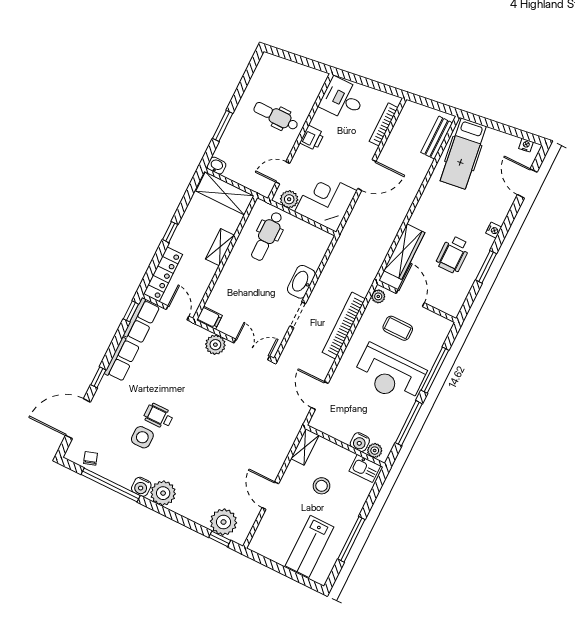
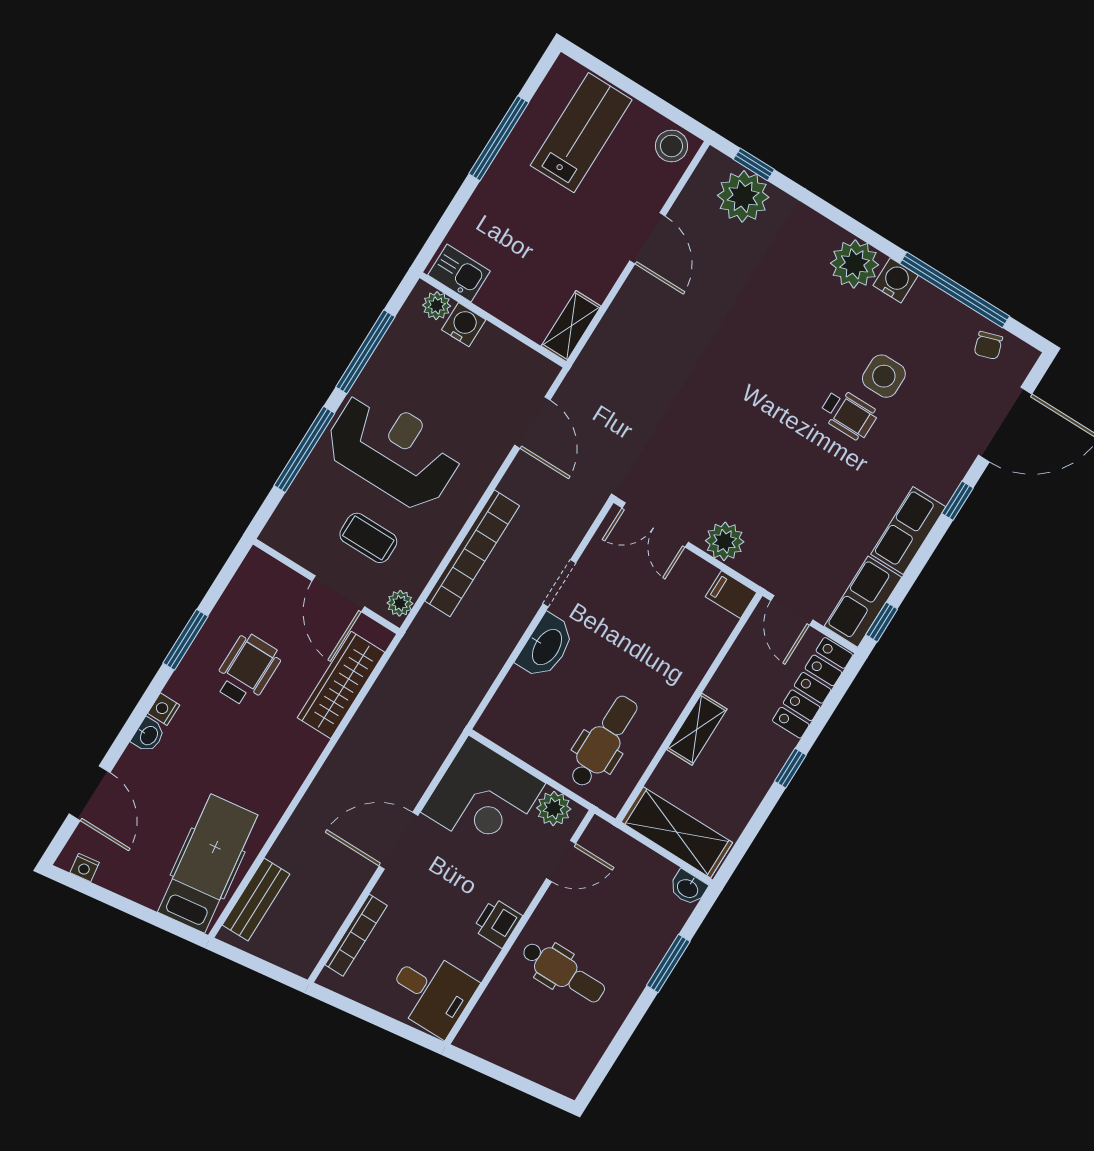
washbasin: (500, 216) -> (148, 735), added
stool: (322, 486) -> (672, 146), moved

